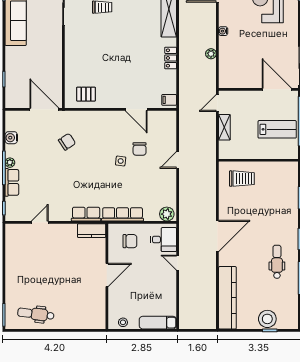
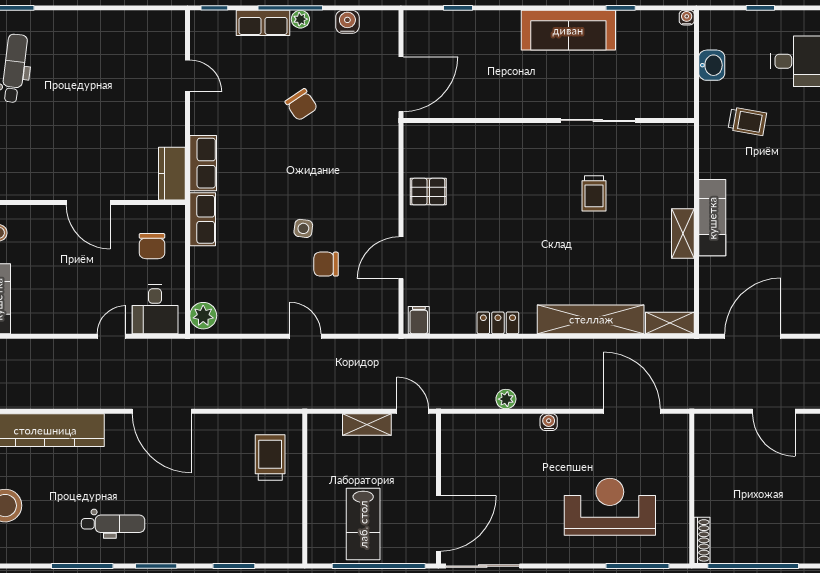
pallet: (86, 94) -> (428, 192), moved, turned 90
chair: (67, 142) -> (301, 105), moved
trolley: (242, 179) -> (270, 457), turned 180
row of seats: (123, 214) -> (203, 219), width x0.68

